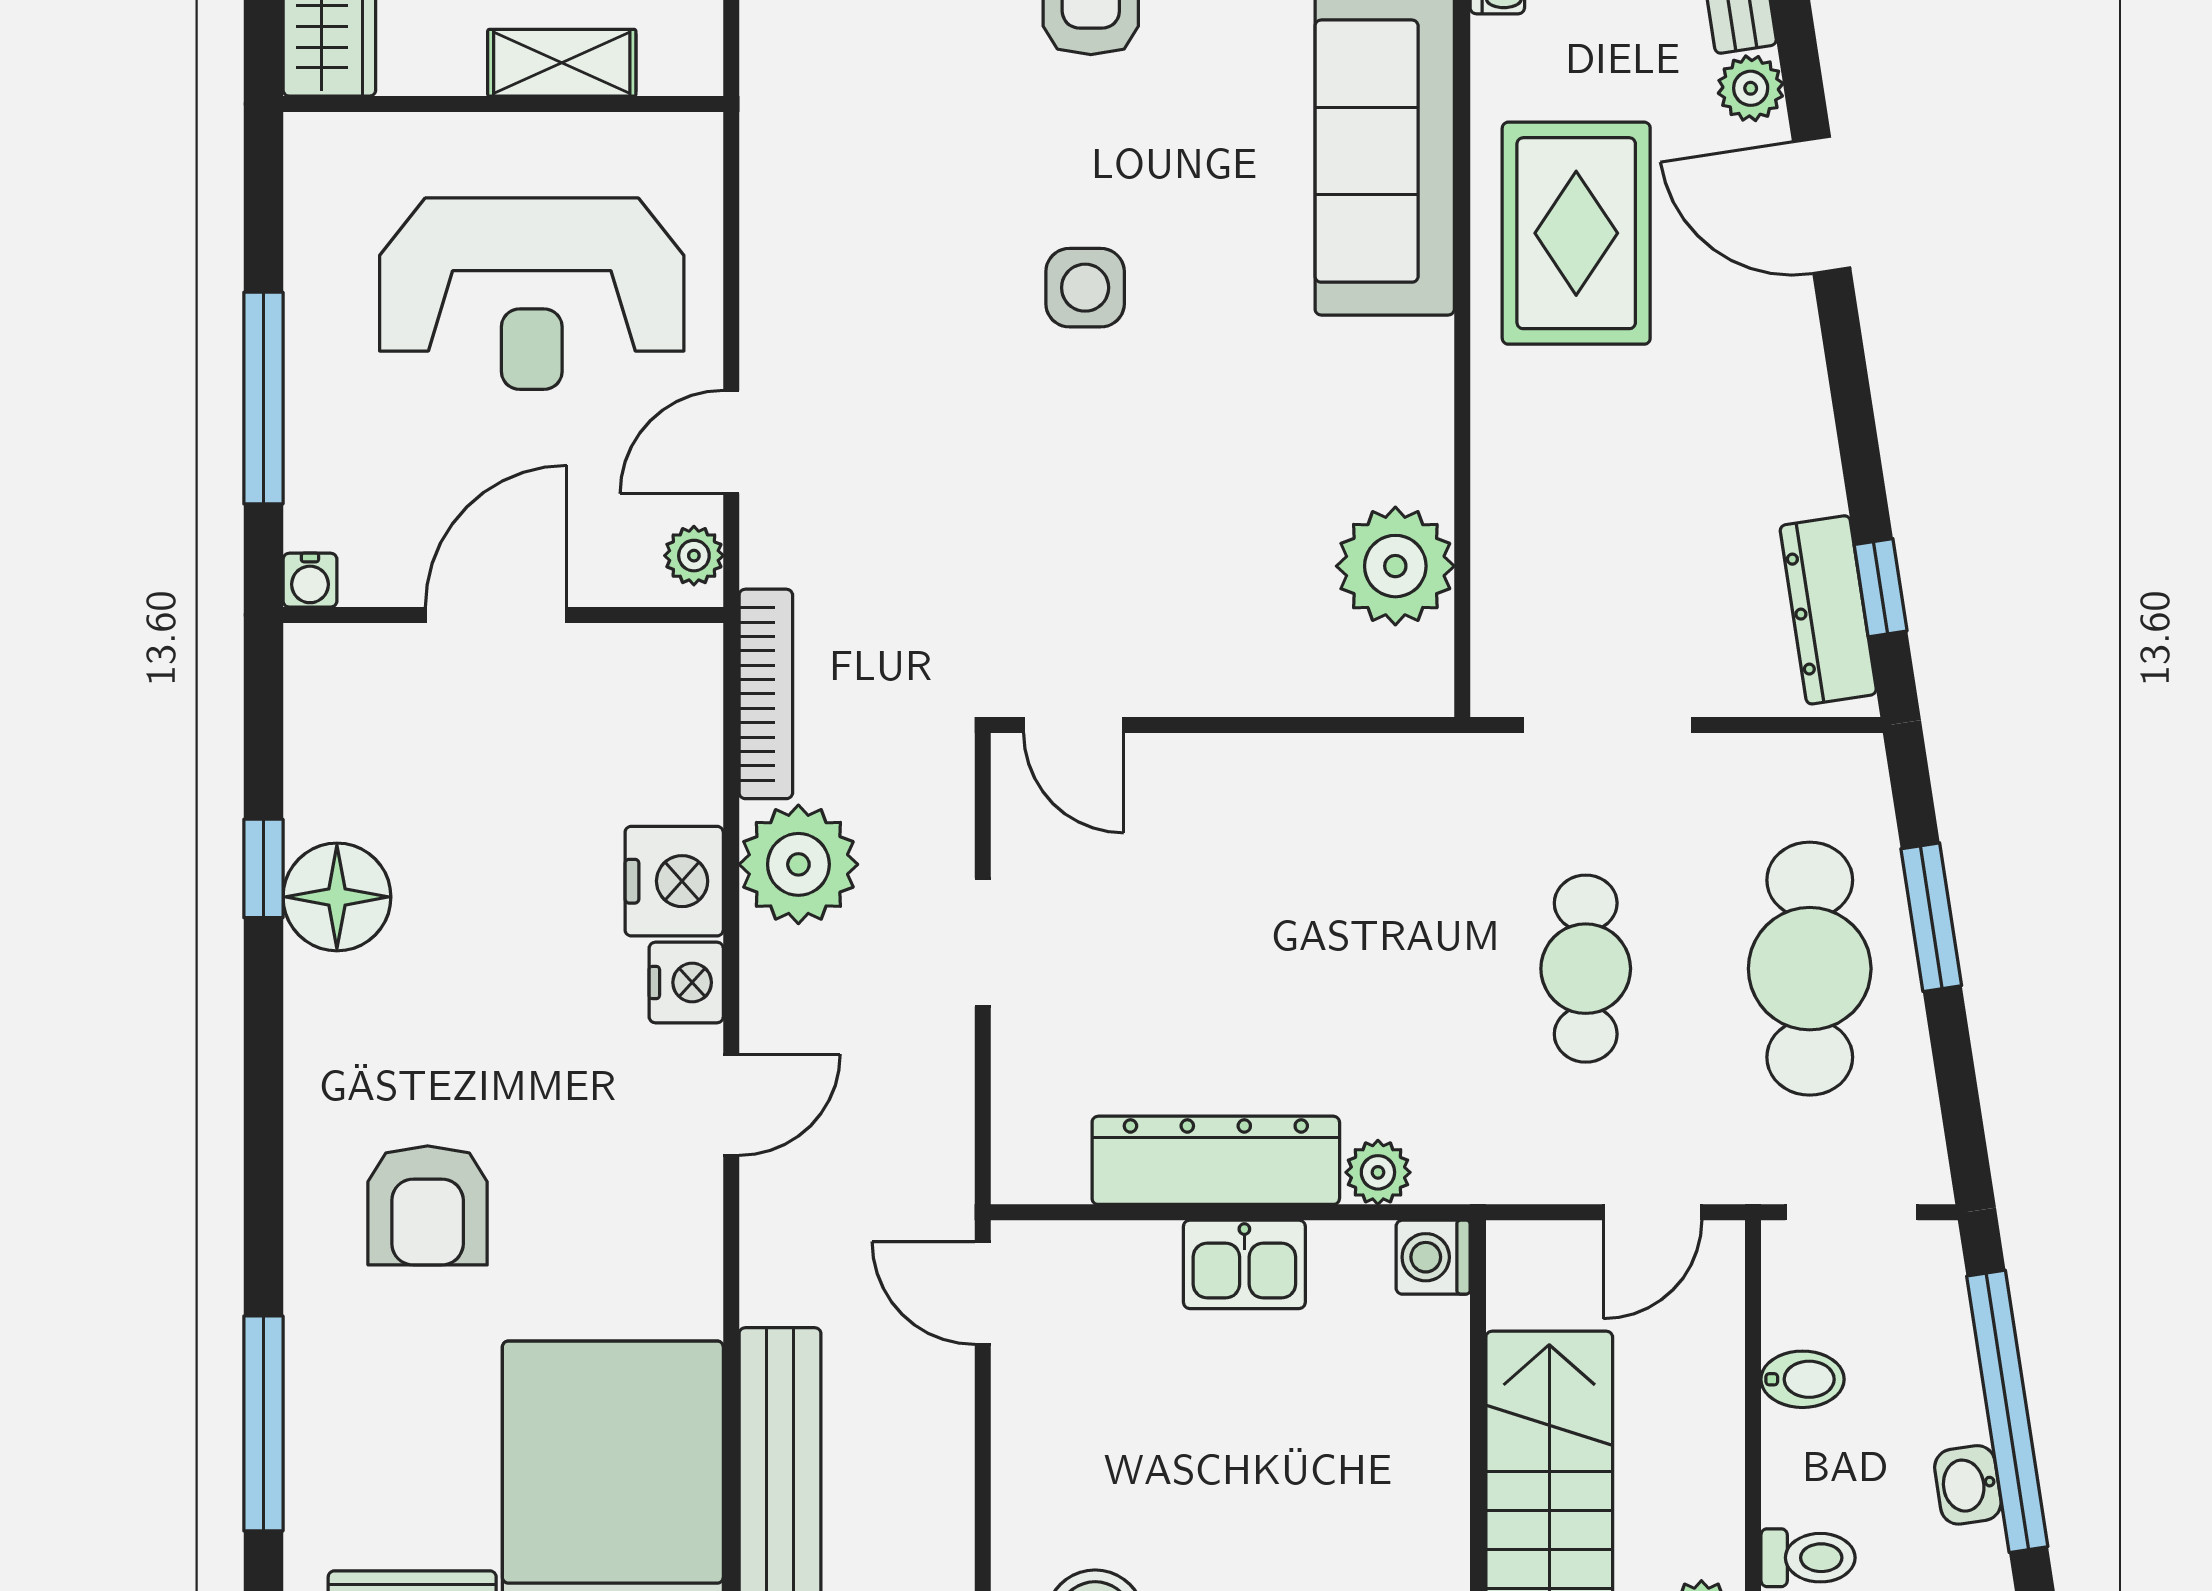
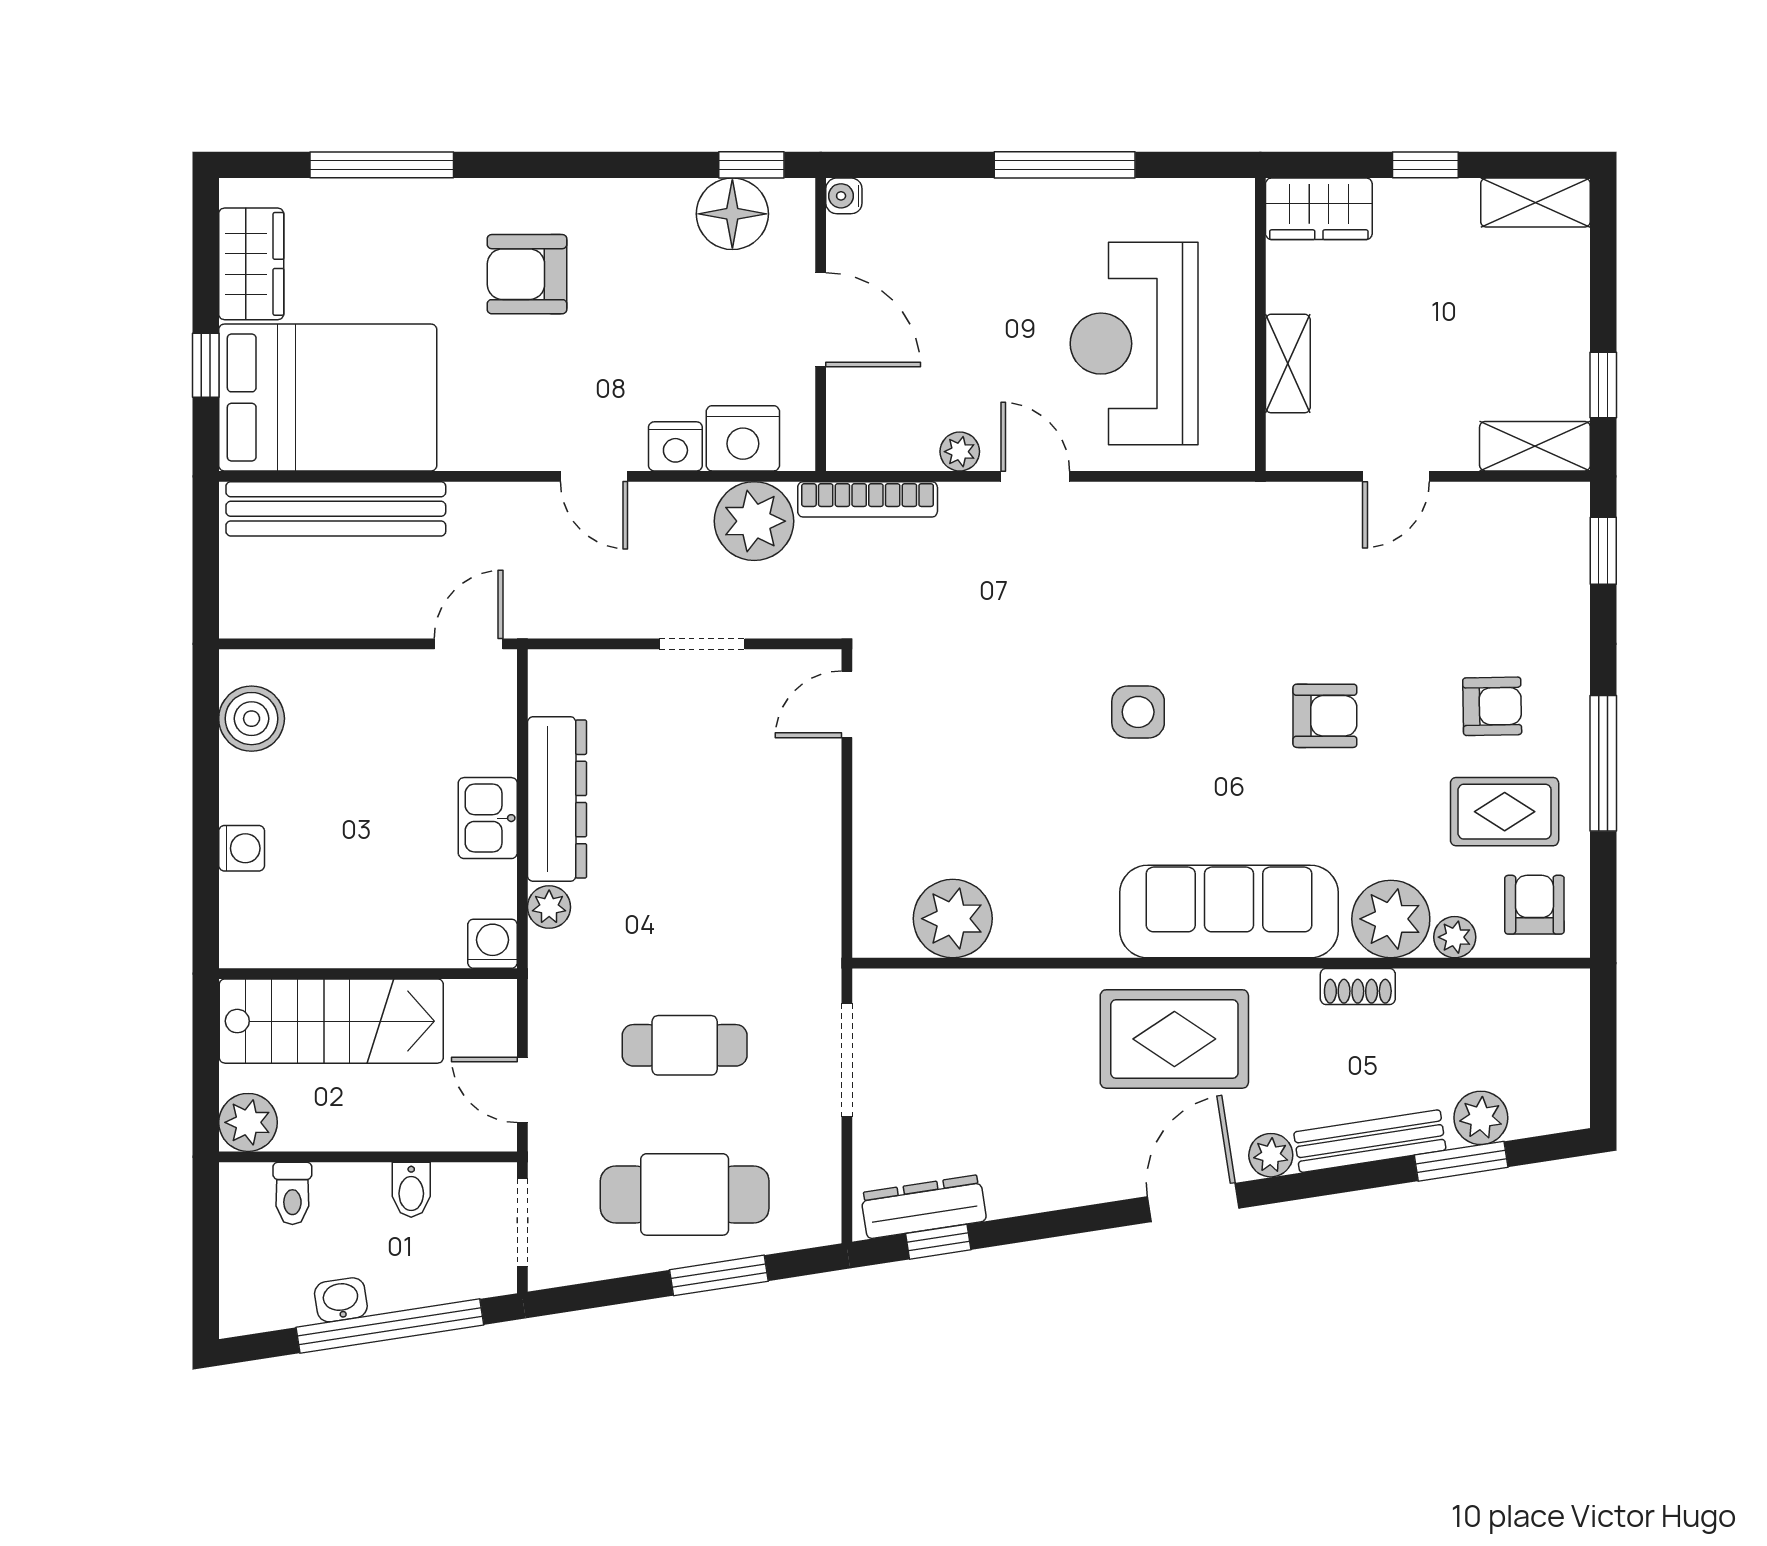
water cooler: (310, 580) -> (844, 196), moved
door: (496, 615) -> (821, 320), moved
wall: (503, 615) -> (821, 324), moved

